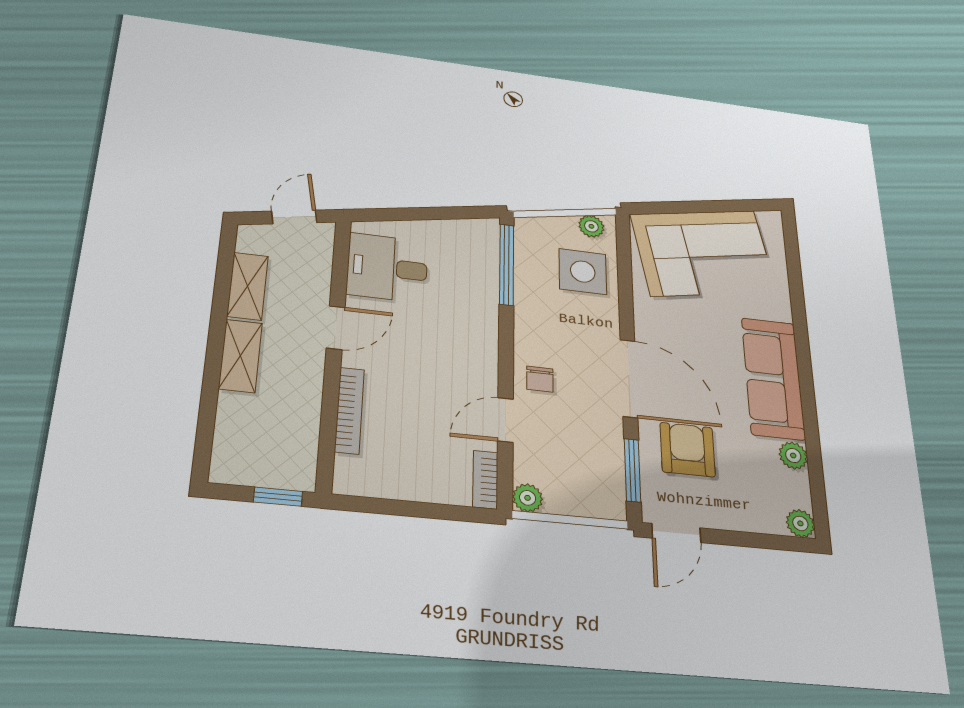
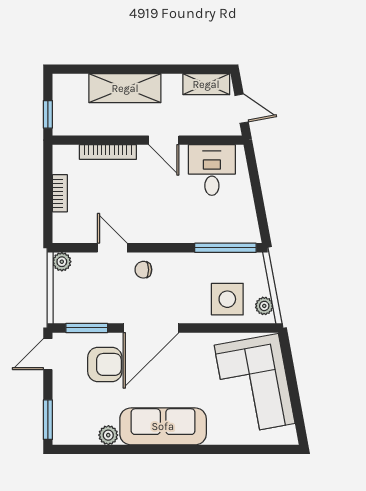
shelving: (248, 286) -> (206, 84), moved
shelving: (240, 356) -> (125, 88), width x1.50, depth x1.33
bookcase: (485, 480) -> (60, 193), moved, turned 90
plant: (800, 523) -> (62, 435), removed
door: (676, 533) -> (48, 354), hinge flipped
window: (778, 542) -> (48, 420), added

